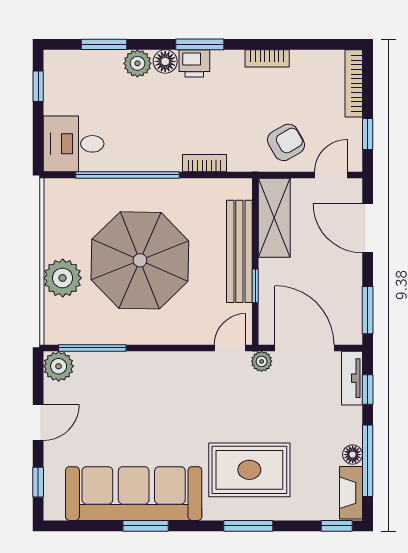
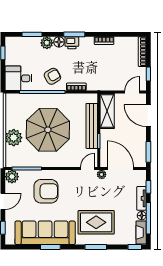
armchair: (286, 142) -> (52, 76), moved
tv unit: (352, 378) -> (141, 198), moved
armchair: (136, 399) -> (46, 191), added

